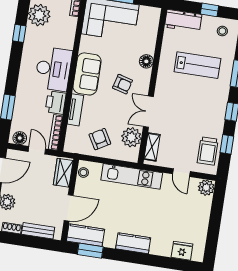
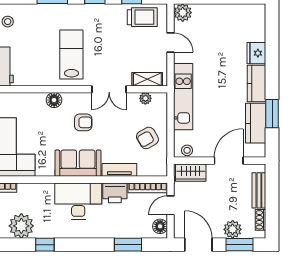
lab bench: (197, 65) -> (71, 55), moved
armchair: (123, 84) -> (83, 122), turned 75
plant: (131, 137) -> (145, 98), width x0.53, depth x0.53
door: (181, 173) -> (171, 42), hinge flipped
door: (69, 208) -> (229, 161), hinge flipped
kitchen counter: (85, 235) -> (256, 123), moved
window: (90, 251) -> (272, 114), moved
fridge: (182, 251) -> (256, 53), moved

